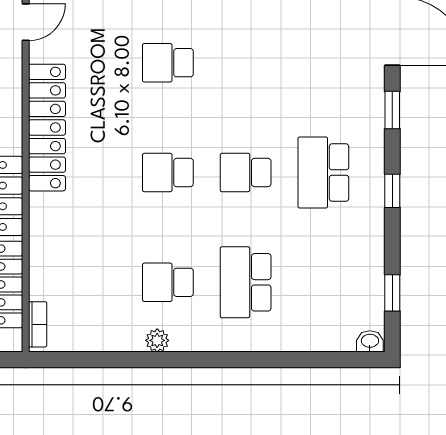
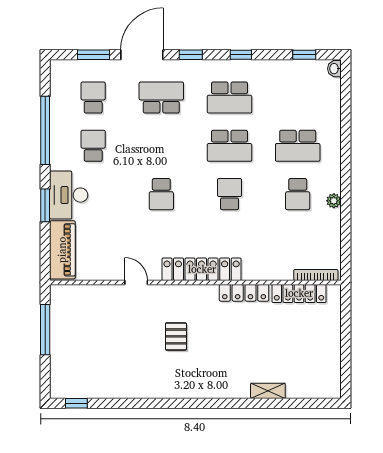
school desk: (323, 63) -> (161, 98), added
school desk: (168, 173) -> (229, 194), turned 180
school desk: (246, 173) -> (229, 146), width x1.85
bookcase: (38, 324) -> (316, 275), width x1.56

